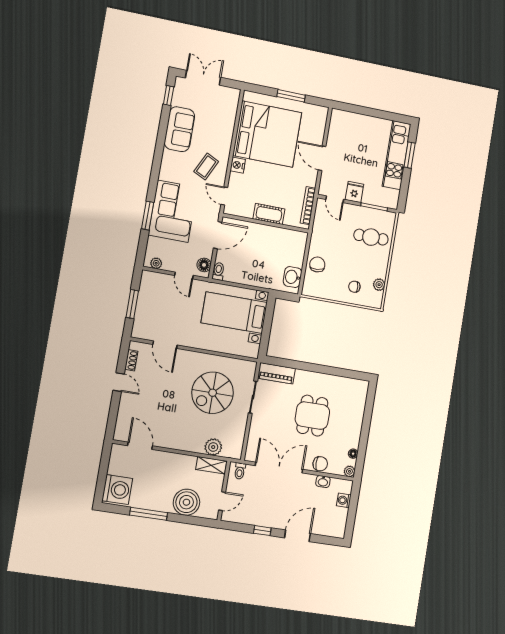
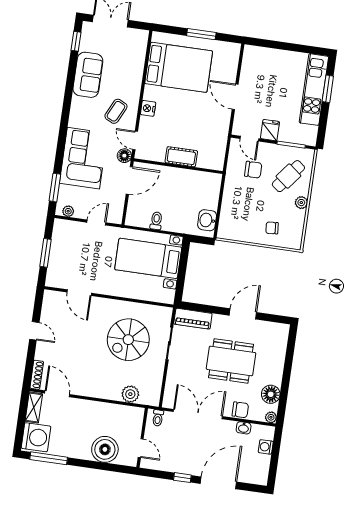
bed: (267, 134) -> (179, 67), width x0.73
bookcase: (308, 206) -> (222, 146), removed
window: (148, 216) -> (55, 188), moved
cafe table: (371, 237) -> (288, 176), turned -52
chair: (317, 264) -> (253, 170), moved, turned 94
floor lamp: (204, 265) -> (124, 156), moved
toilet: (218, 271) -> (156, 221), moved
door: (184, 275) -> (96, 222), swing flipped
plant: (379, 285) -> (301, 203), moved
shoe rack: (131, 360) -> (37, 375), moved, width x1.43
door: (325, 370) -> (243, 314), added
dining table: (312, 416) -> (231, 361), width x1.38
floor lamp: (353, 454) -> (271, 394), width x1.89, depth x1.89
shelving: (211, 465) -> (34, 407), moved, turned 90
door: (222, 501) -> (141, 448), hinge flipped
window: (149, 514) -> (49, 458), moved
door: (297, 536) -> (218, 483), width x1.36

